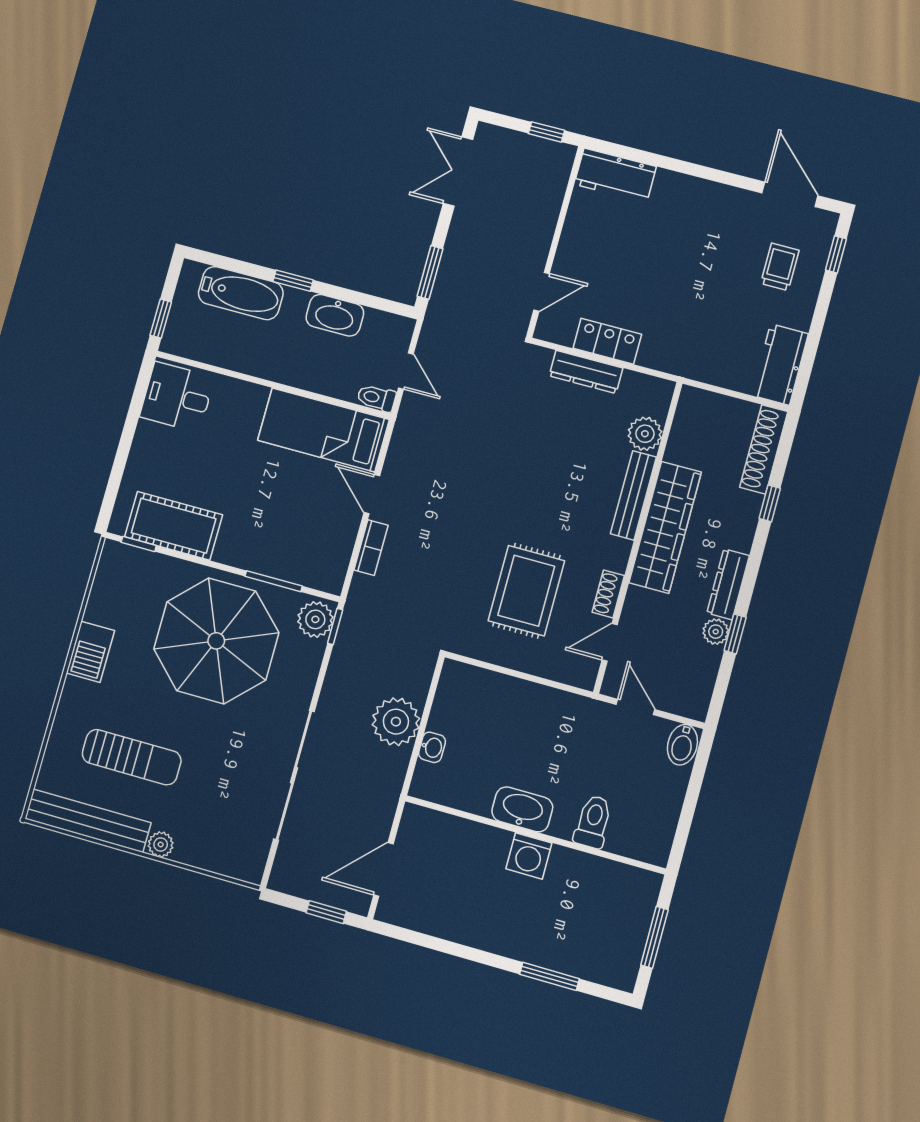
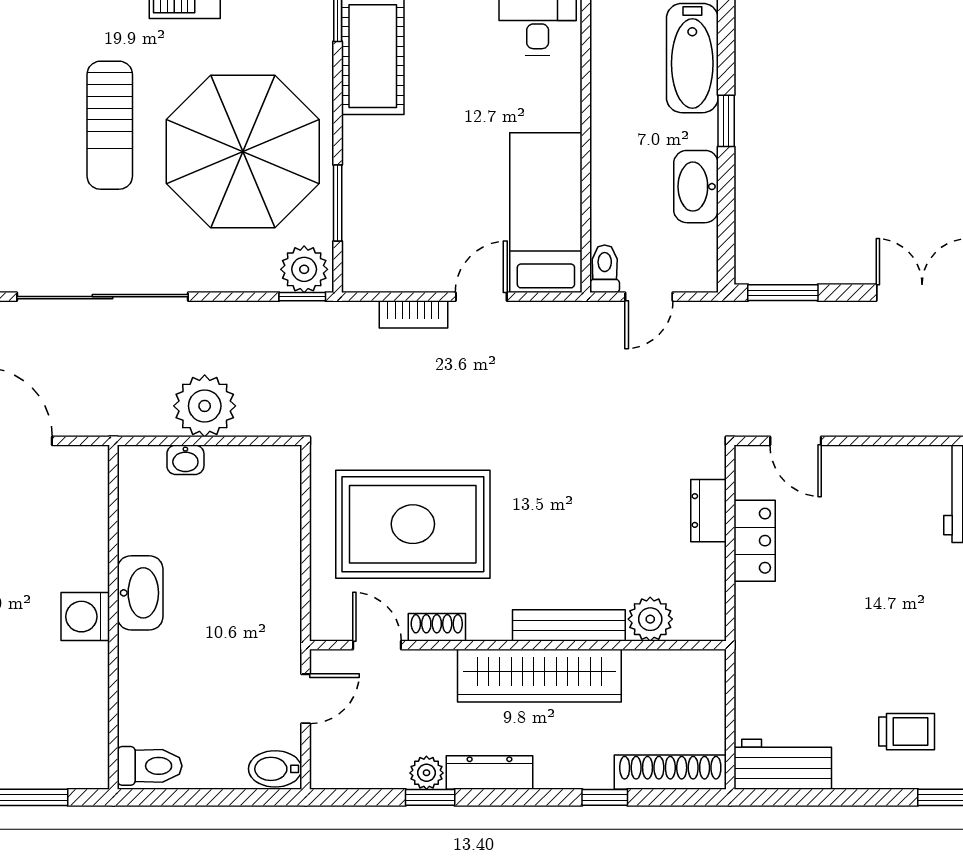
dresser: (586, 372) -> (709, 511), width x0.70
rug: (526, 591) -> (413, 524), width x1.37, depth x1.44
sun lounger: (132, 757) -> (110, 125), moved
toilet: (593, 822) -> (150, 766), moved

